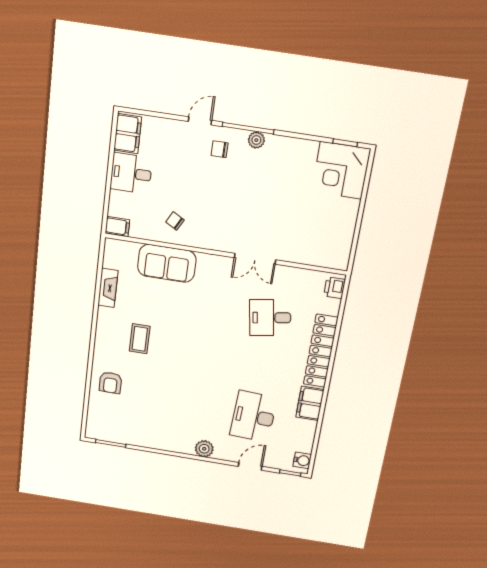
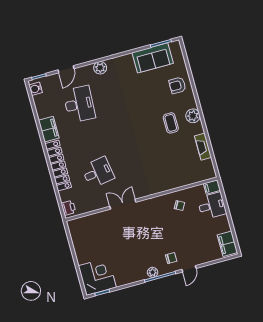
desk: (131, 173) -> (212, 206), moved
sofa: (167, 263) -> (153, 58), moved, turned 180
plant: (105, 335) -> (193, 116), added
armchair: (110, 383) -> (177, 85), turned -90

